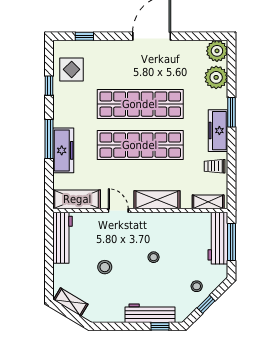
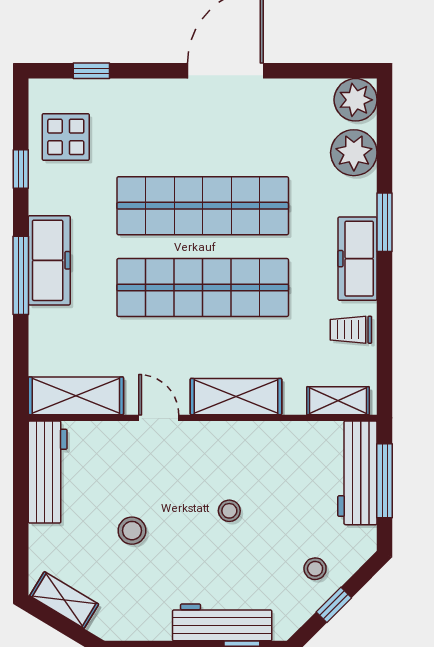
freezer: (63, 150) -> (49, 260), moved

